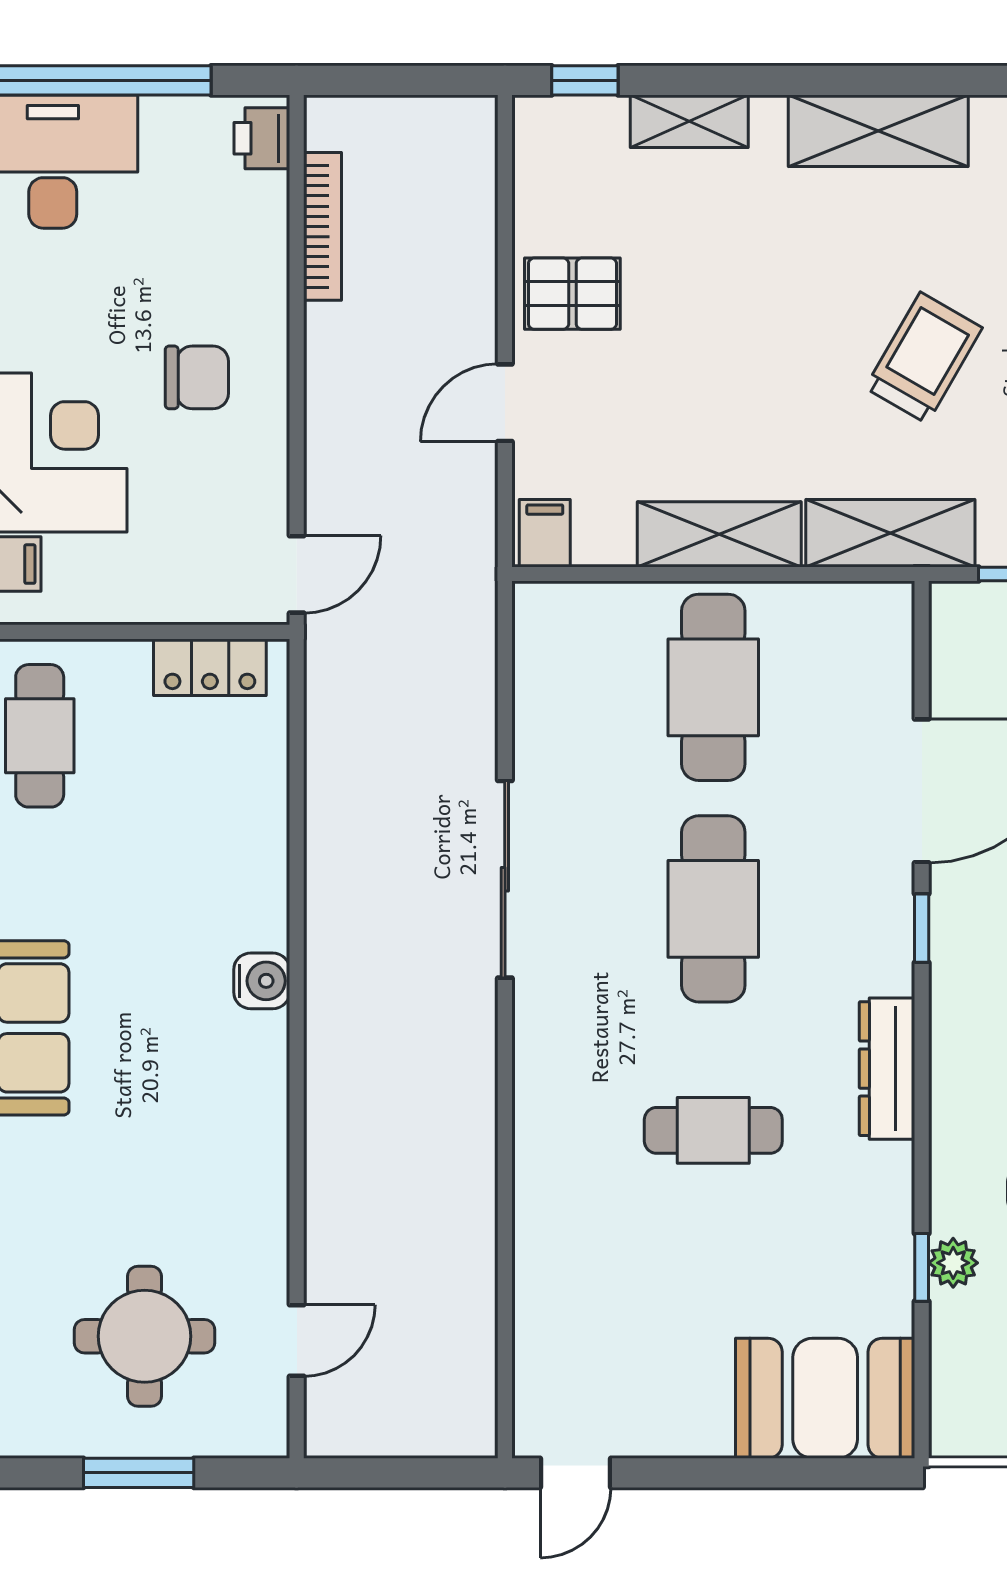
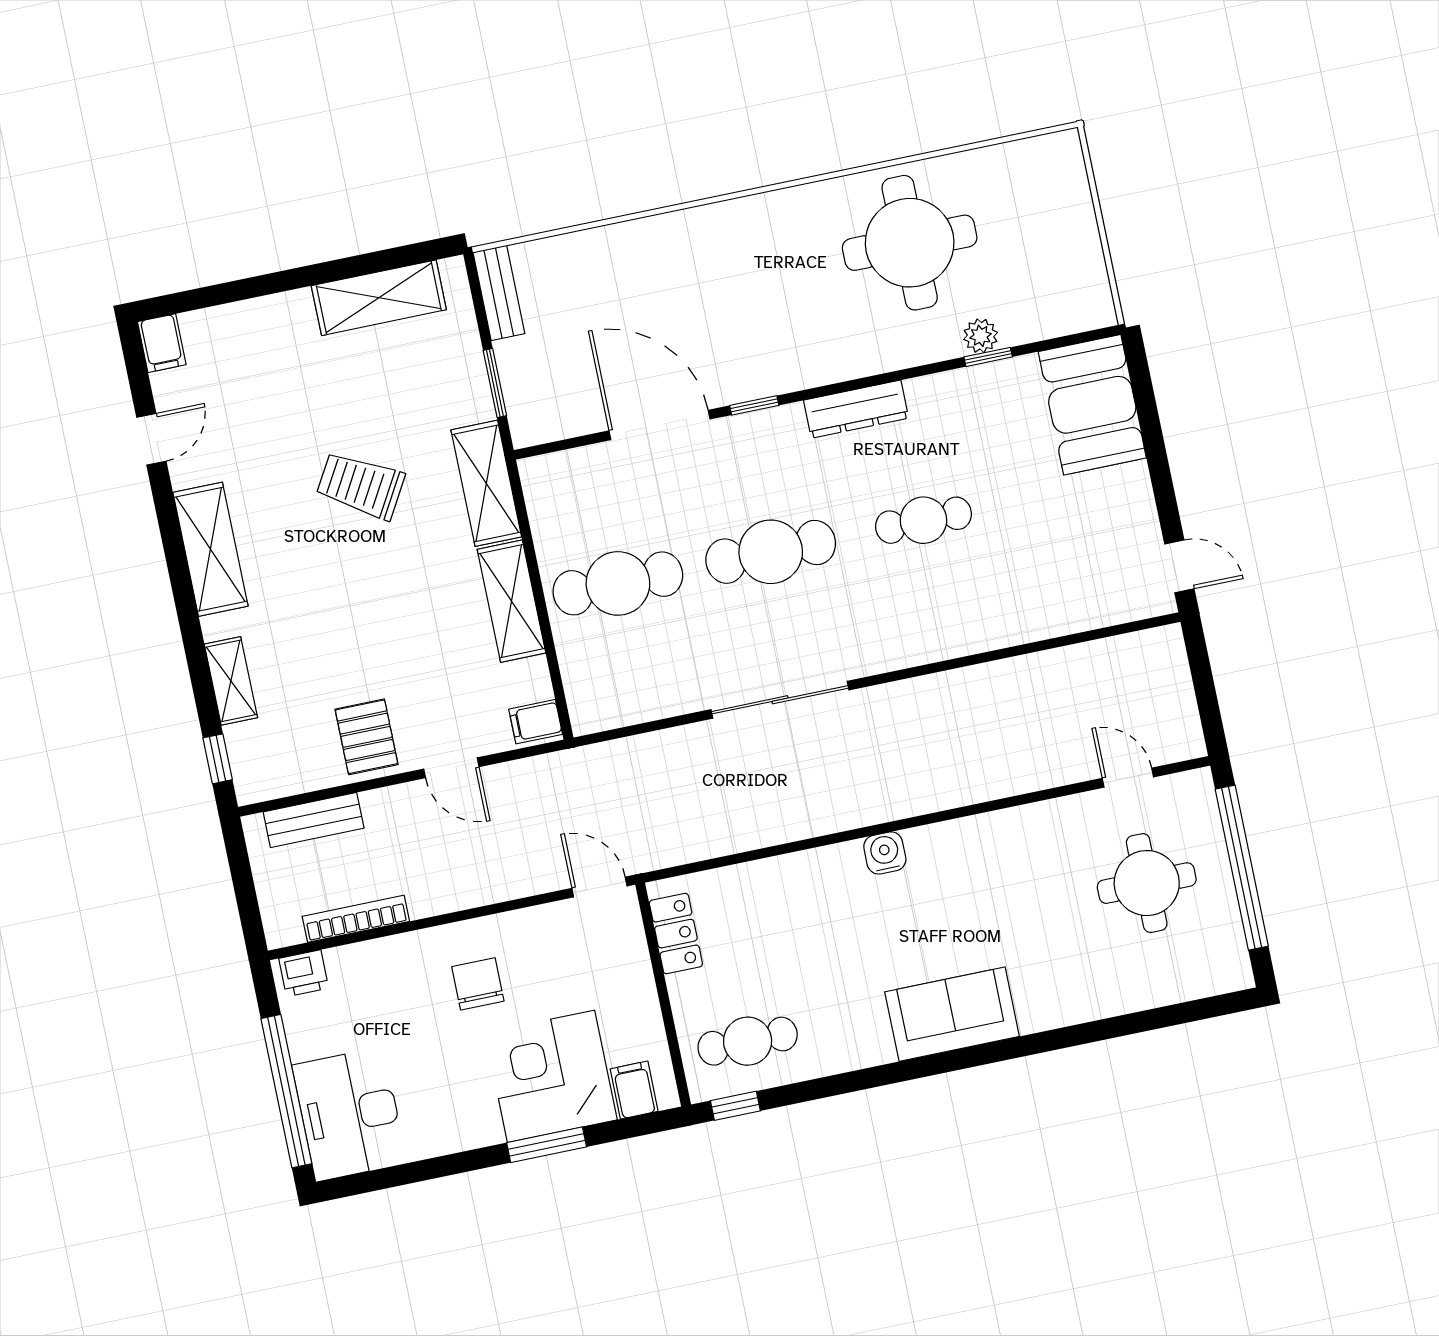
bench: (472, 196) -> (314, 820), added
cafe table: (713, 1130) -> (923, 520), turned 90
window: (139, 1473) -> (1242, 868), width x2.11

